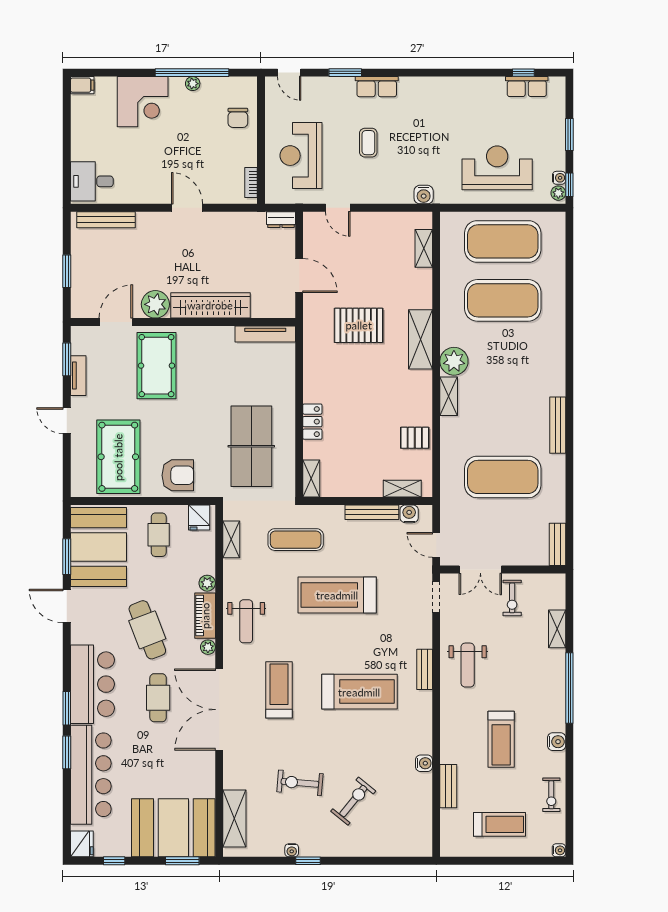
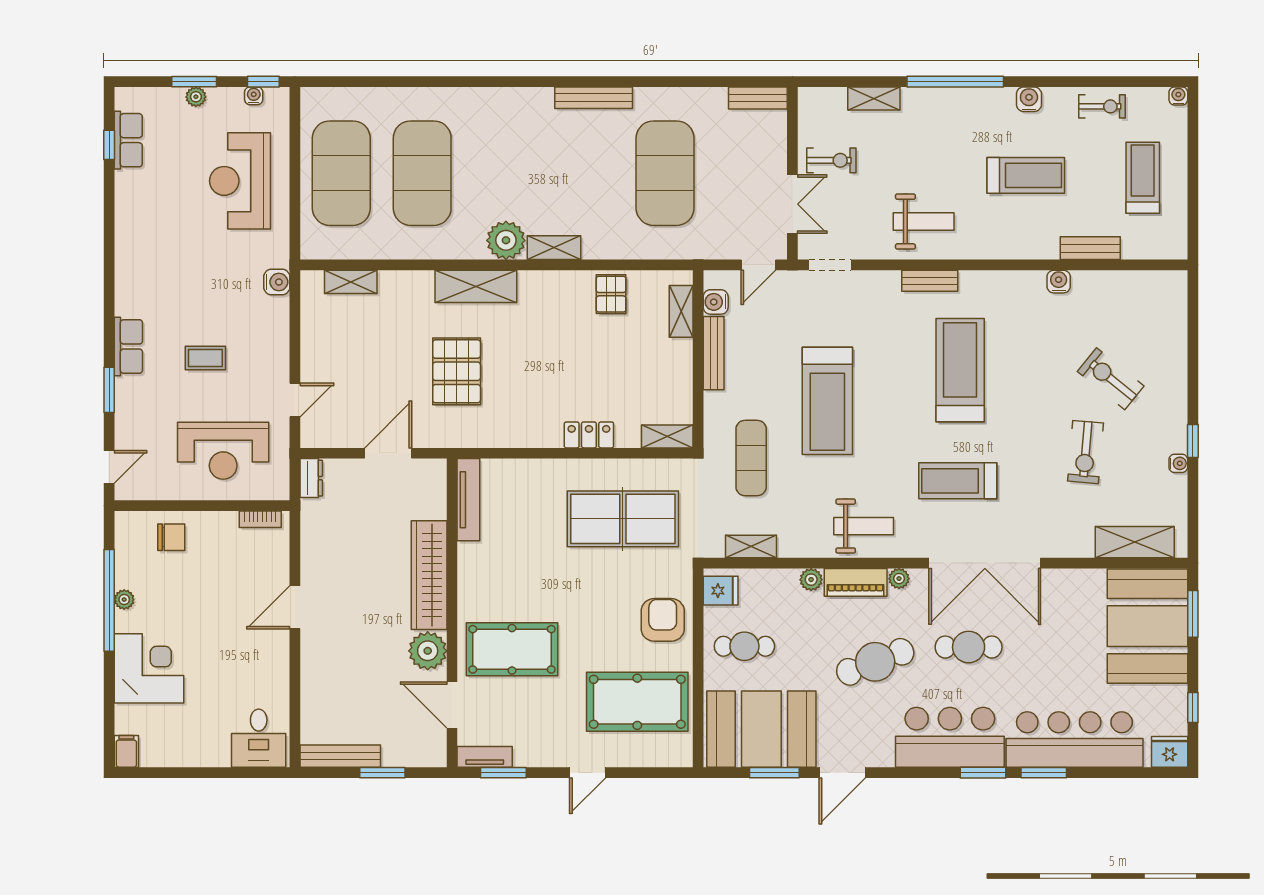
plant: (558, 193) -> (196, 97), moved
bench: (106, 220) -> (340, 756), moved, turned 90
tv unit: (78, 376) -> (485, 757), moved

